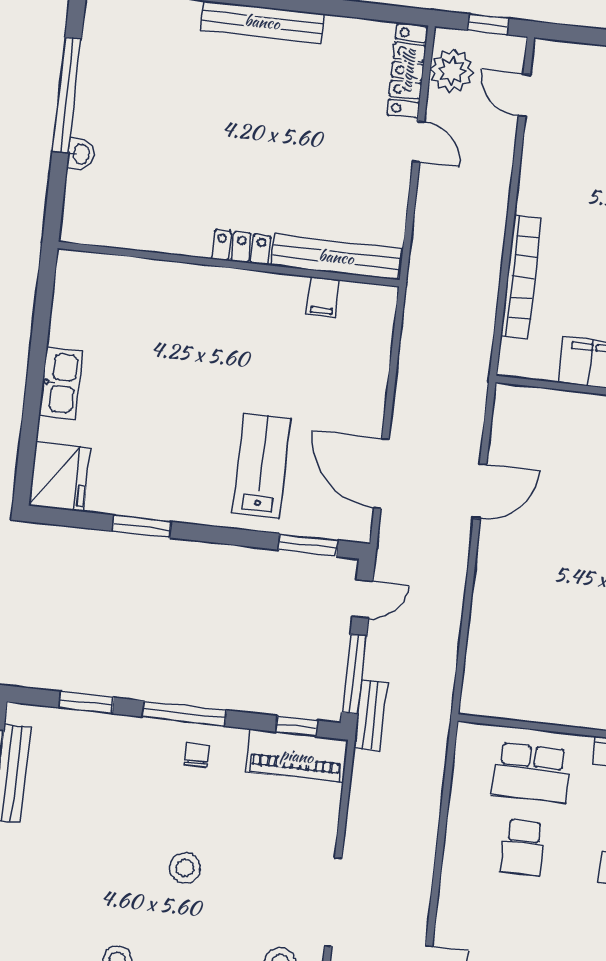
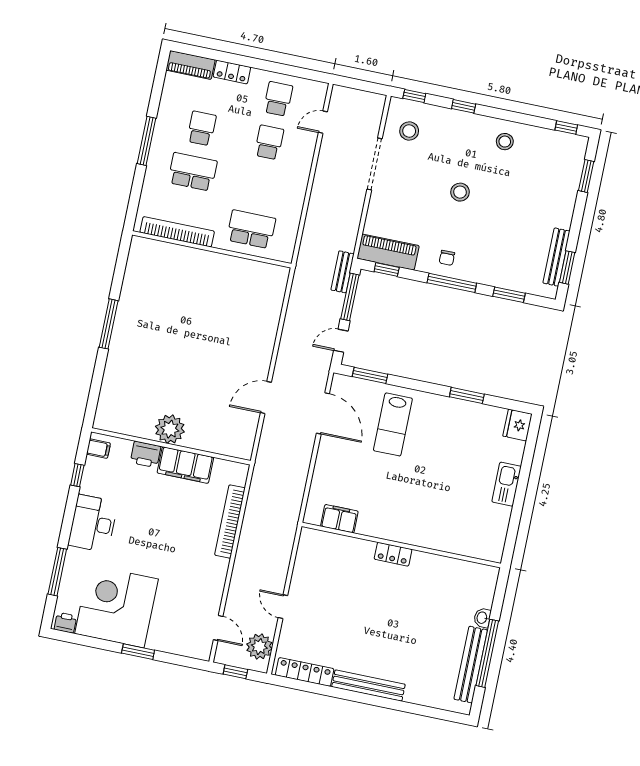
locker: (408, 71) -> (305, 672), moved, turned -90
bench: (336, 257) -> (471, 665), moved, turned 90
filing cabinet: (323, 297) -> (339, 519), width x2.00
fridge: (59, 477) -> (517, 425), width x0.73, depth x0.75
school desk: (523, 847) -> (269, 142), moved

